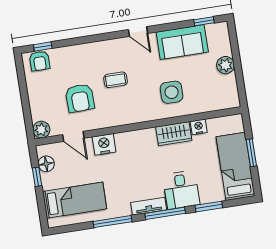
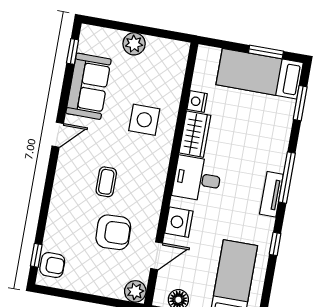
window: (251, 153) -> (266, 52), moved
desk: (181, 190) -> (197, 179), moved, turned 180
window: (209, 207) -> (300, 103), moved
window: (113, 222) -> (275, 244), width x0.46

